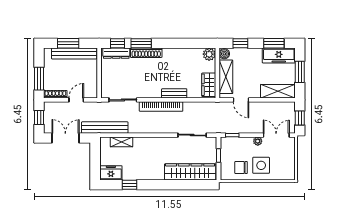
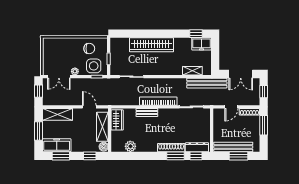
plant: (209, 54) -> (130, 146), moved
side table: (261, 165) -> (94, 66), moved
wardrobe: (190, 172) -> (152, 45), moved
window: (130, 185) -> (196, 34), moved

